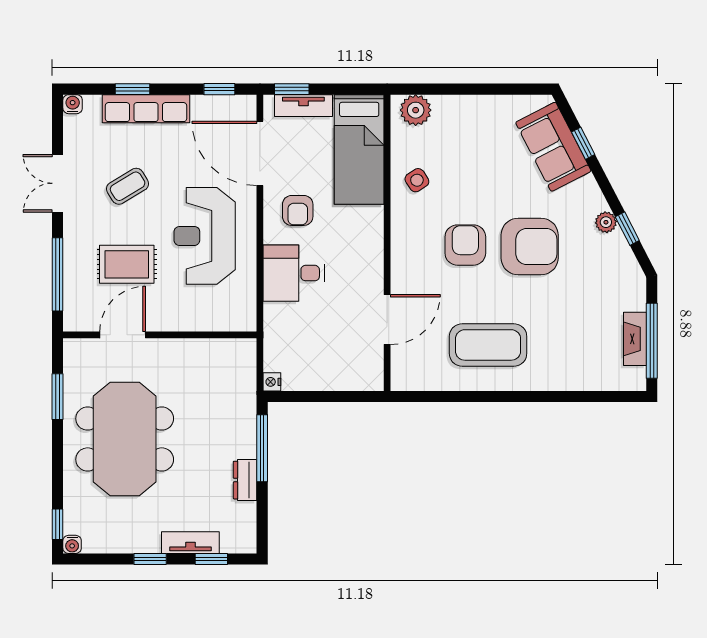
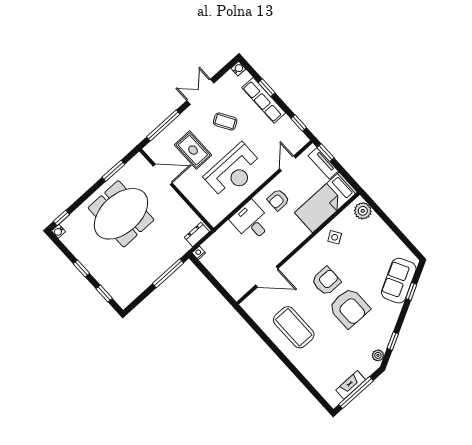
door: (260, 153) -> (288, 163), width x0.53
plant: (606, 222) -> (378, 355), moved
reception desk: (205, 236) -> (233, 171), turned 180
dresser: (245, 480) -> (197, 235), moved
tv unit: (190, 543) -> (103, 279), removed

